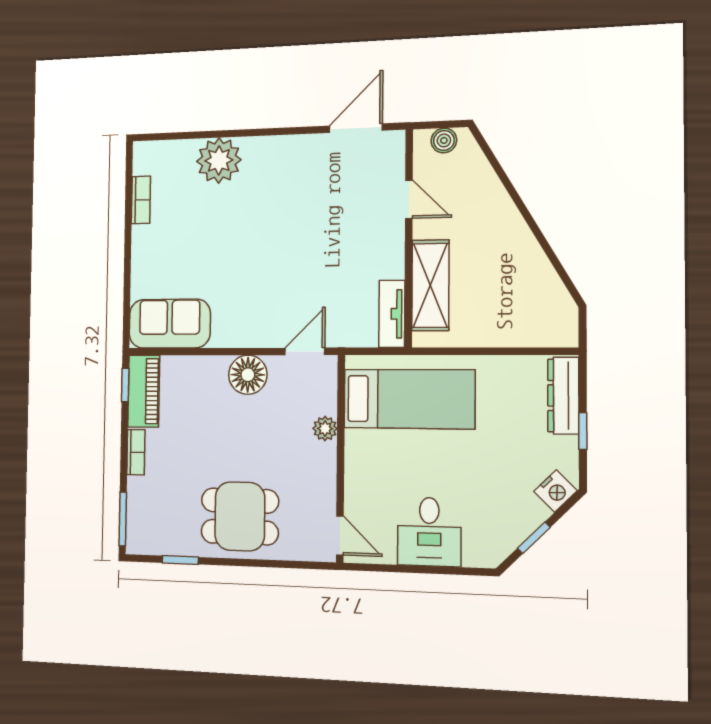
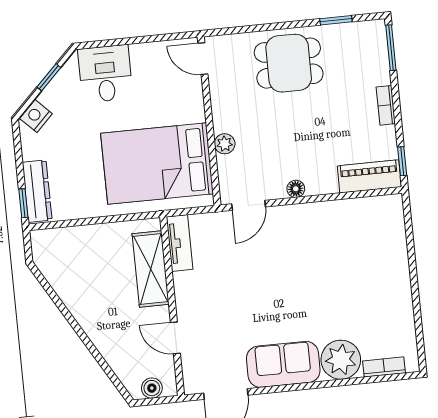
bookcase: (141, 200) -> (384, 367), moved, turned 90
sofa: (170, 324) -> (283, 364), moved, turned 180
floor lamp: (248, 375) -> (296, 189), width x0.53, depth x0.53
piano: (144, 391) -> (369, 176), moved, turned 90
bed: (409, 399) -> (157, 164), width x1.50
window: (583, 431) -> (23, 203), moved
desk: (429, 532) -> (105, 74), moved

